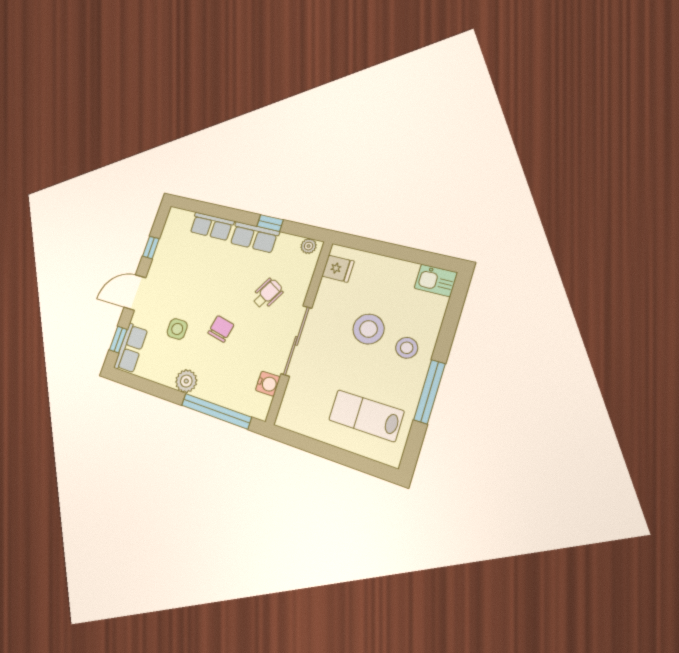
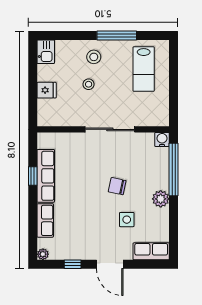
row of seats: (254, 237) -> (46, 176), width x1.48
plant: (309, 246) -> (43, 254), moved
fridge: (338, 269) -> (47, 90), moved, turned 90
wheelchair: (267, 294) -> (84, 161), removed
stool: (369, 329) -> (89, 84), width x0.53, depth x0.53
window: (118, 340) -> (148, 264), removed
water cooler: (268, 384) -> (162, 139), moved

